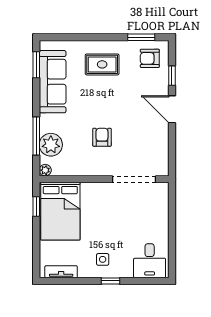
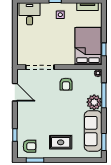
door: (172, 109) -> (15, 92), moved
armchair: (102, 137) -> (66, 84), moved
plant: (51, 145) -> (94, 102), moved

